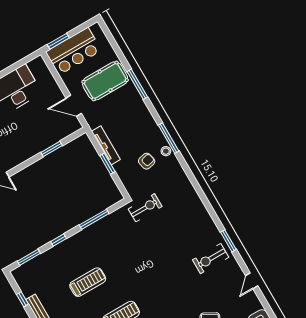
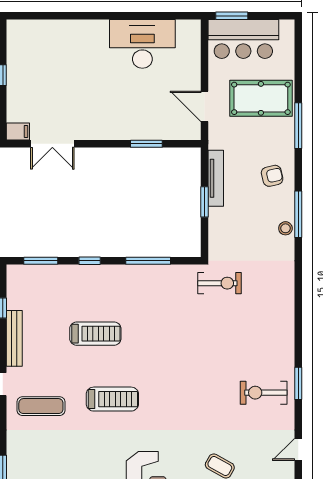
armchair: (147, 161) -> (272, 176), moved

